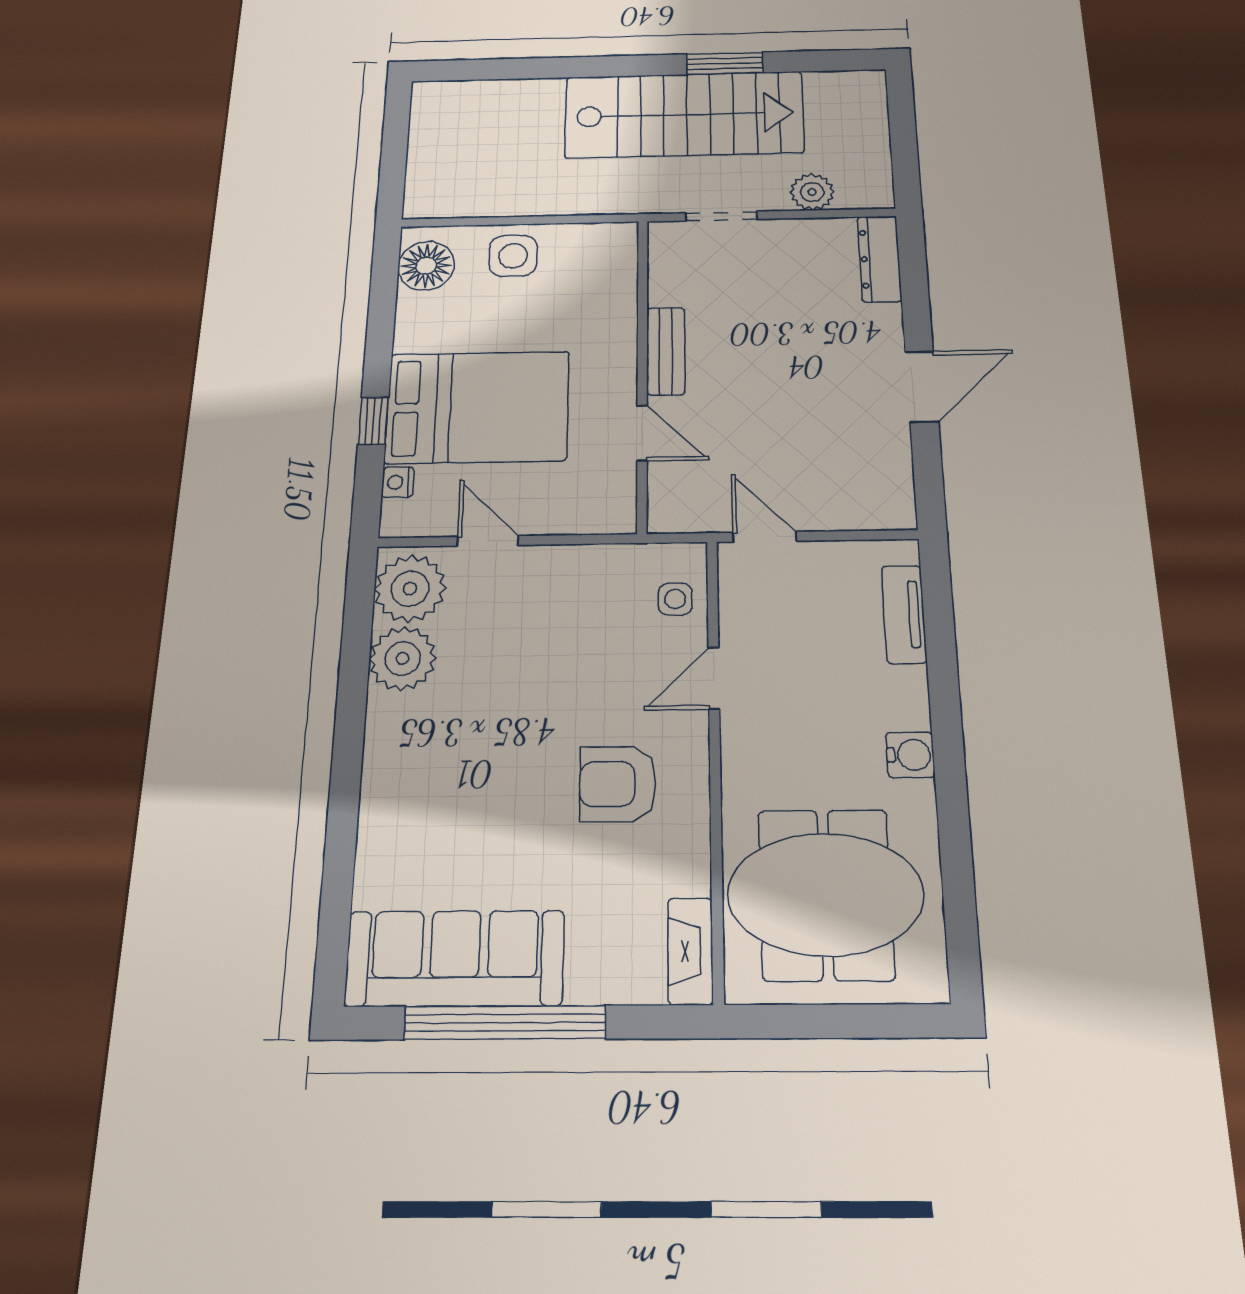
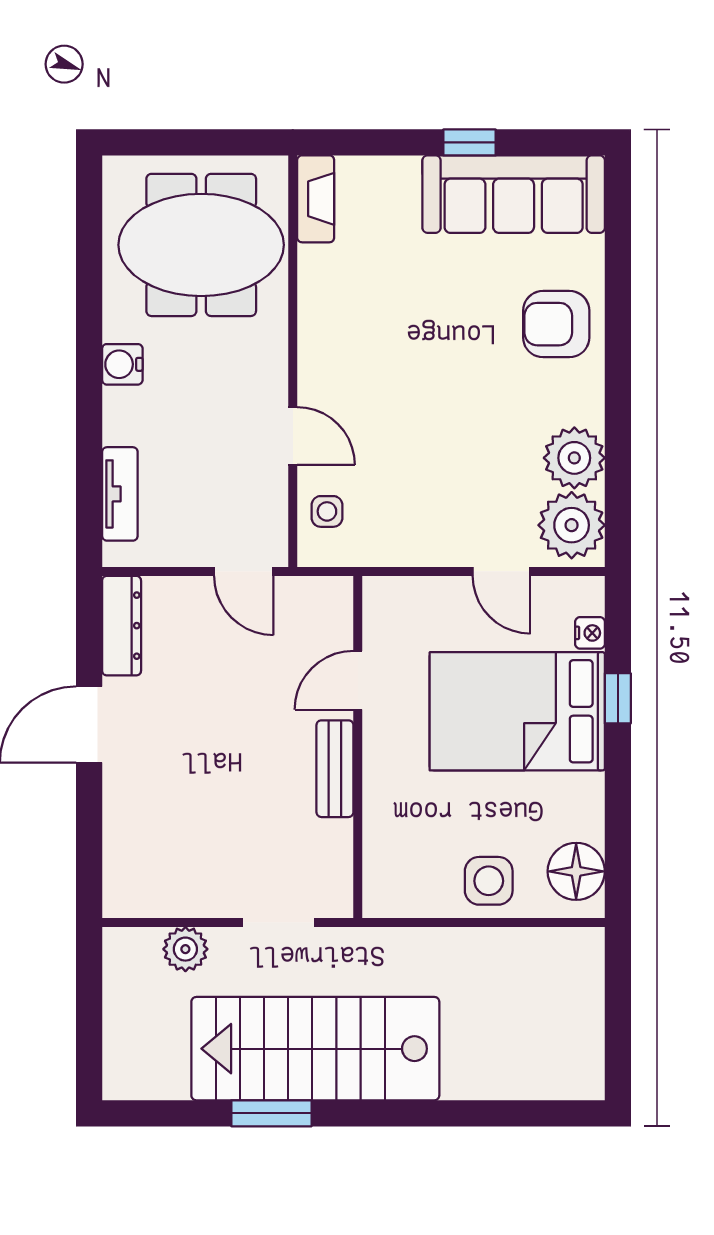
dresser: (879, 259) -> (122, 626), moved
door: (642, 433) -> (358, 680), hinge flipped
door: (714, 678) -> (293, 436), hinge flipped
armchair: (618, 784) -> (556, 324), moved, turned 180
window: (505, 1023) -> (469, 142), width x0.32

